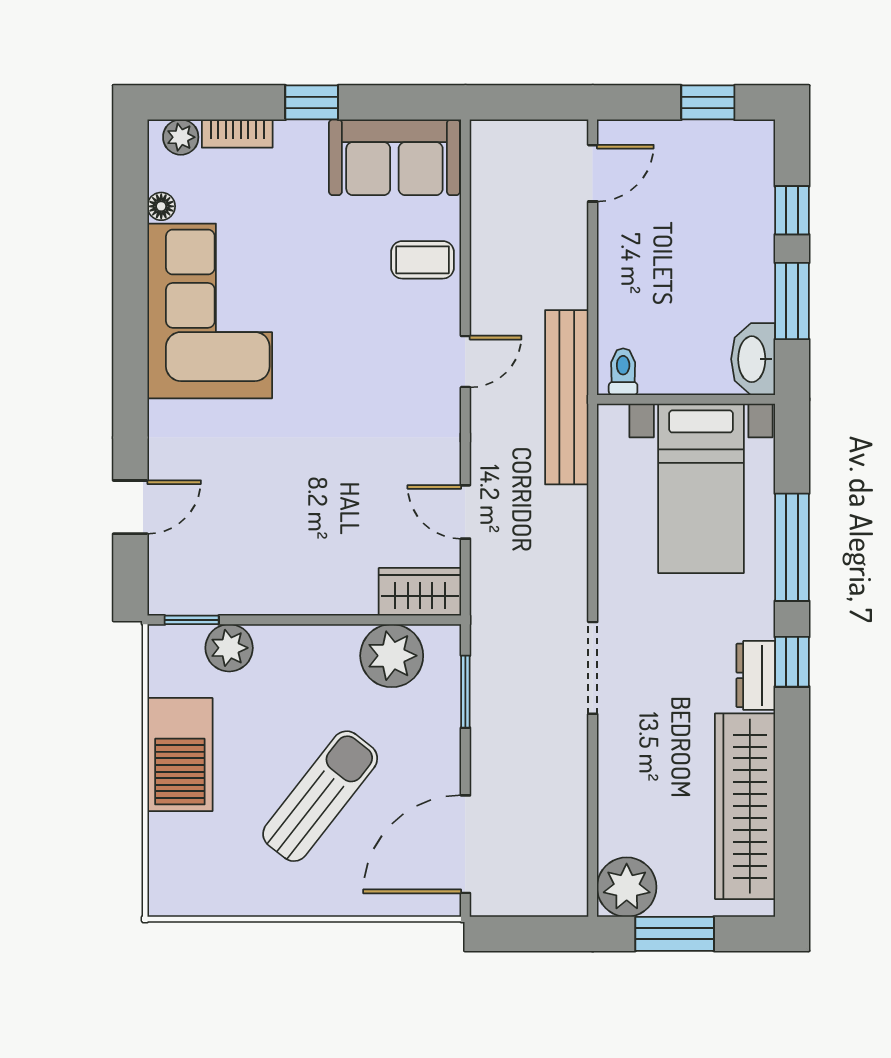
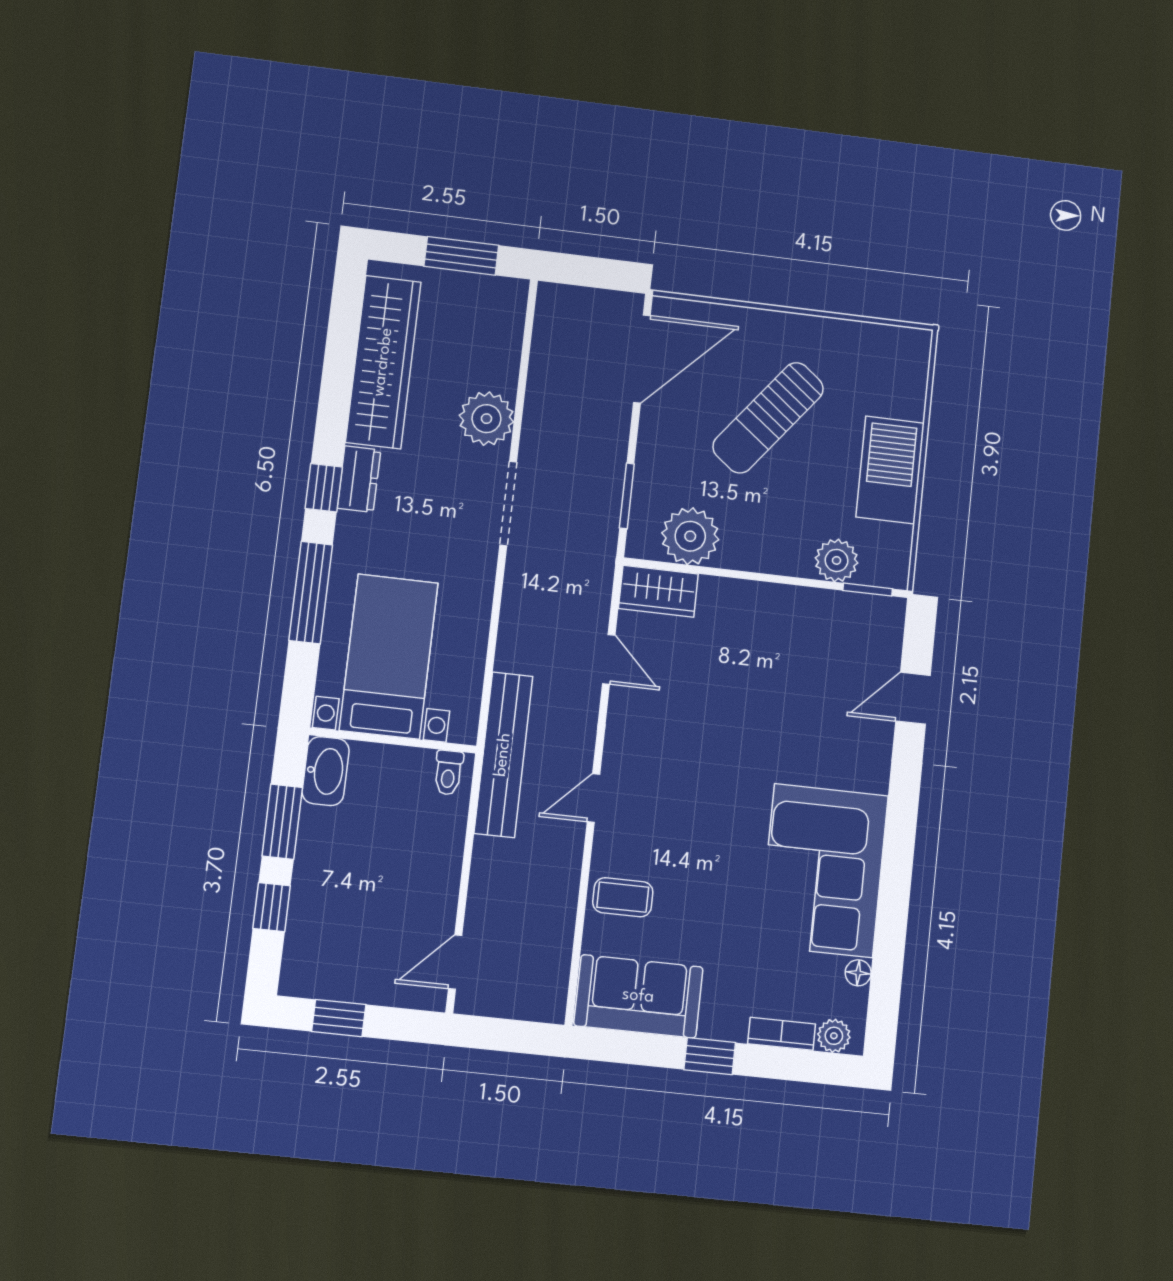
plant: (627, 887) -> (486, 419), moved

